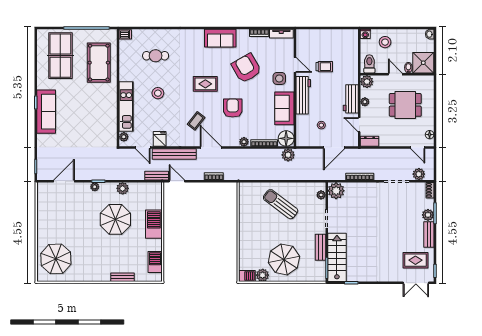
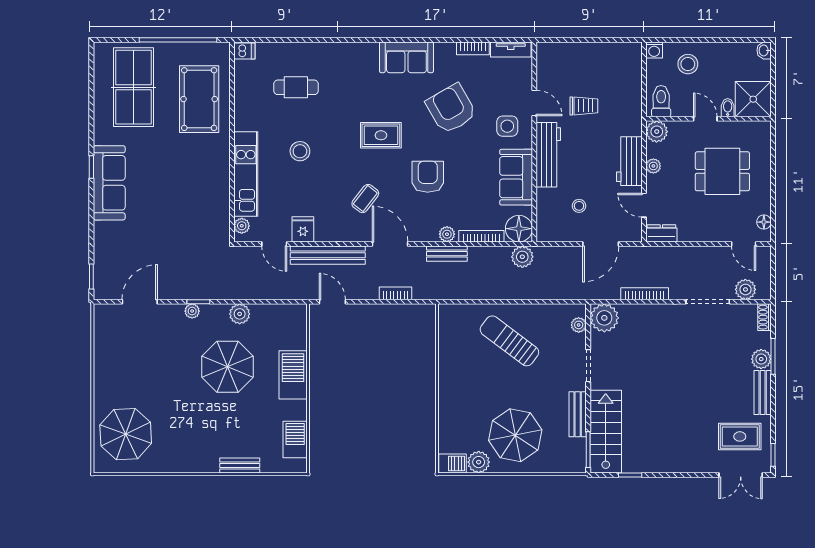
bench: (157, 176) -> (447, 254), moved

